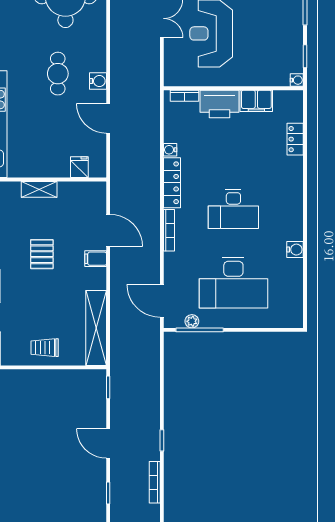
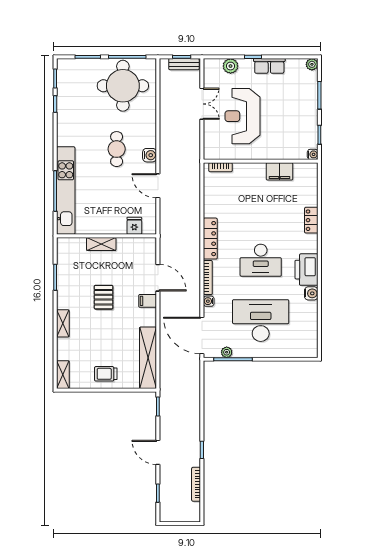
printer: (219, 104) -> (307, 270), moved, turned 90
locker: (295, 139) -> (311, 220), moved
water cooler: (170, 150) -> (209, 301), moved
desk: (233, 283) -> (261, 321), turned 180
door: (162, 301) -> (202, 335), width x1.36

